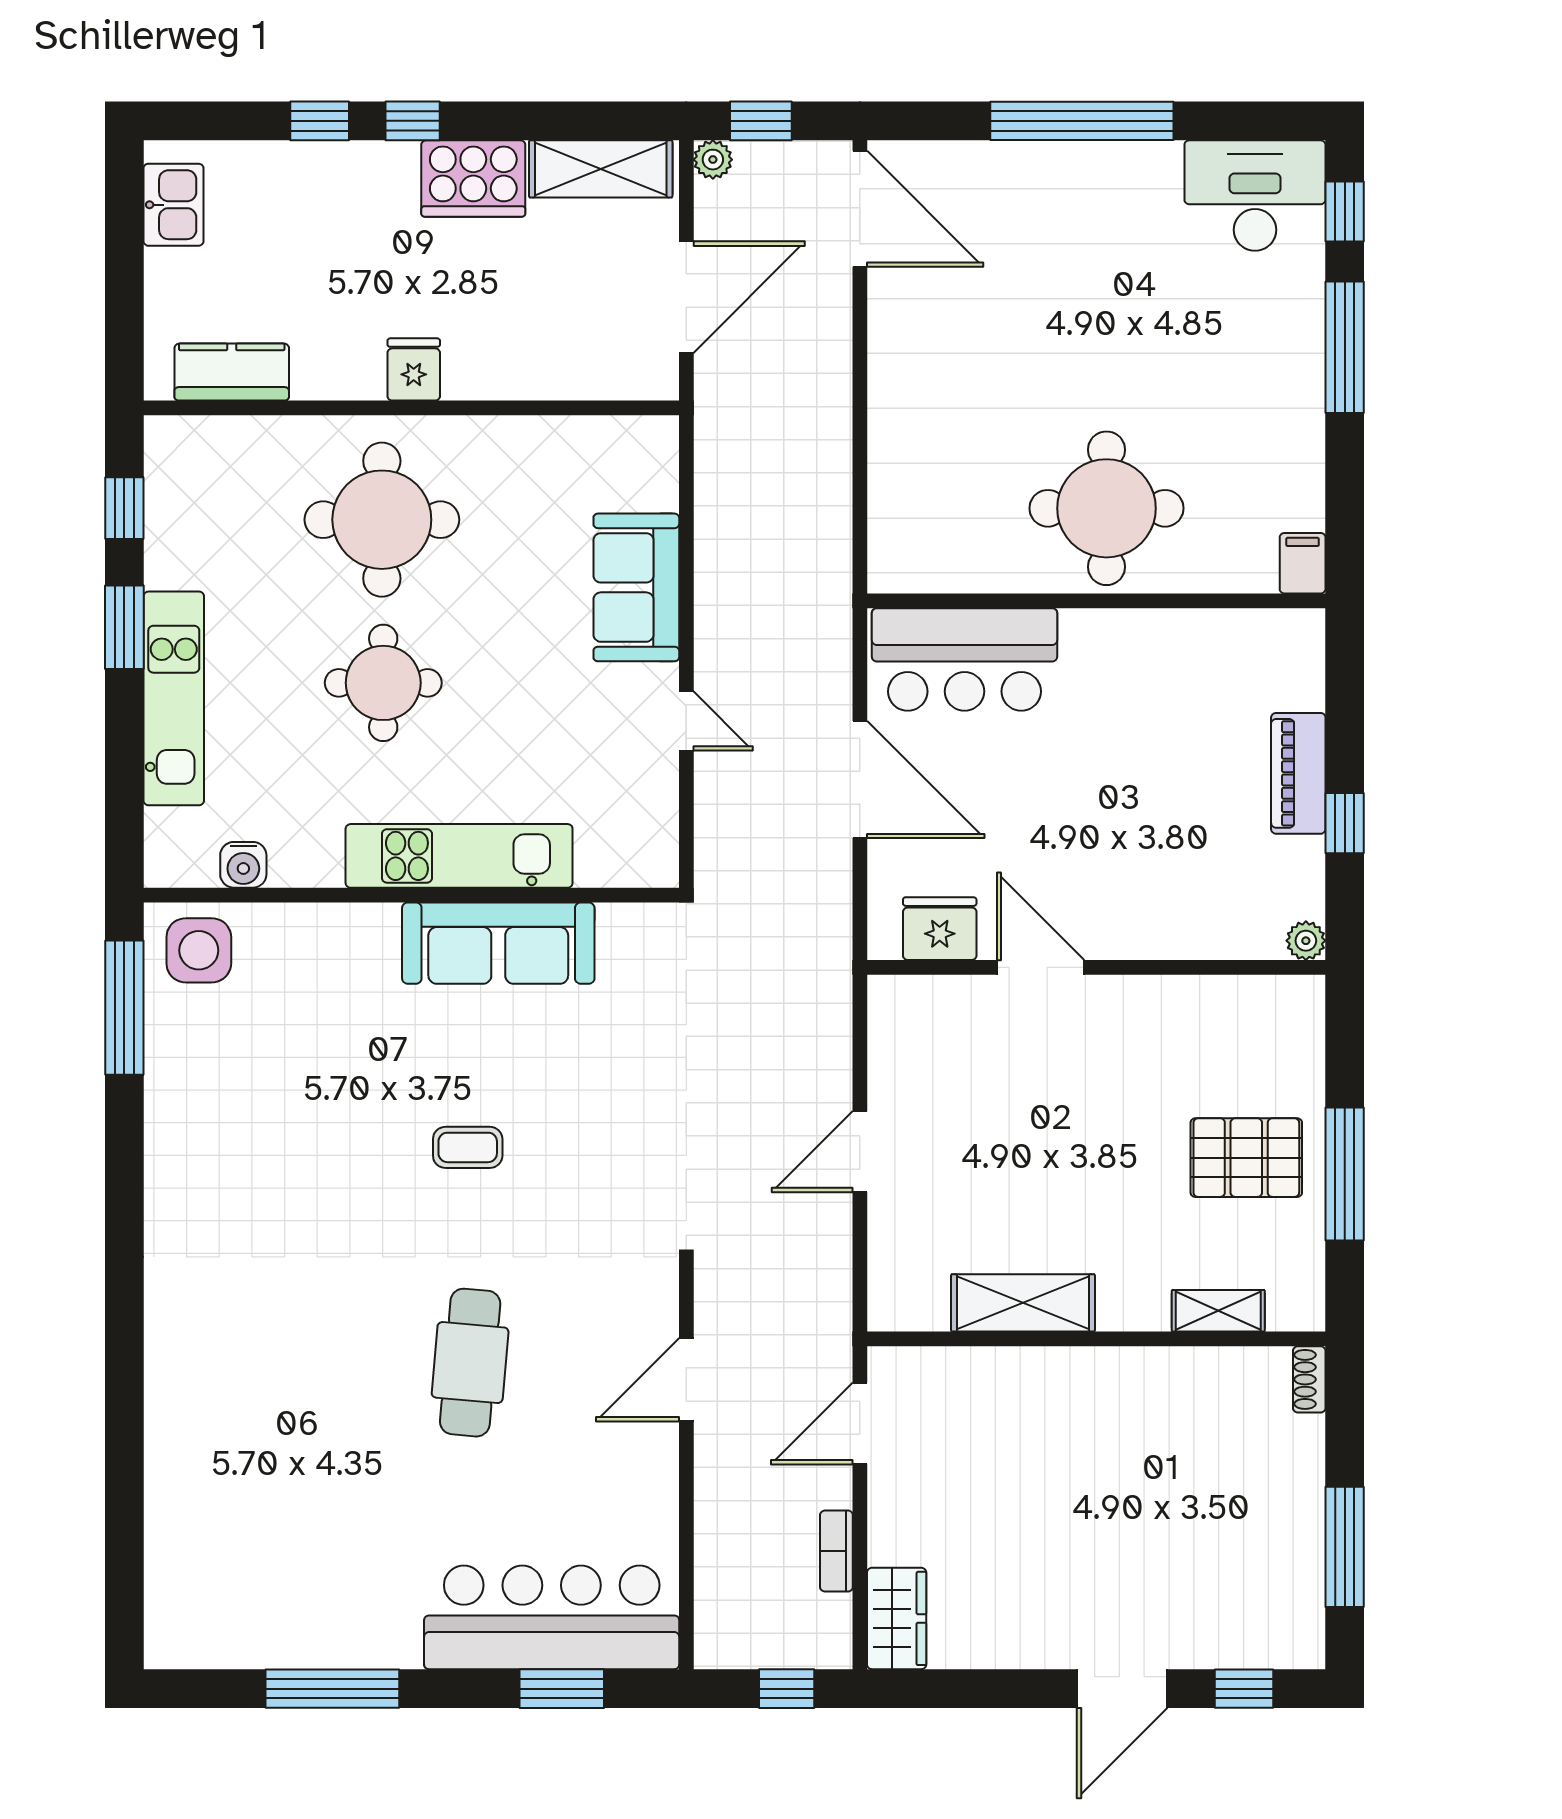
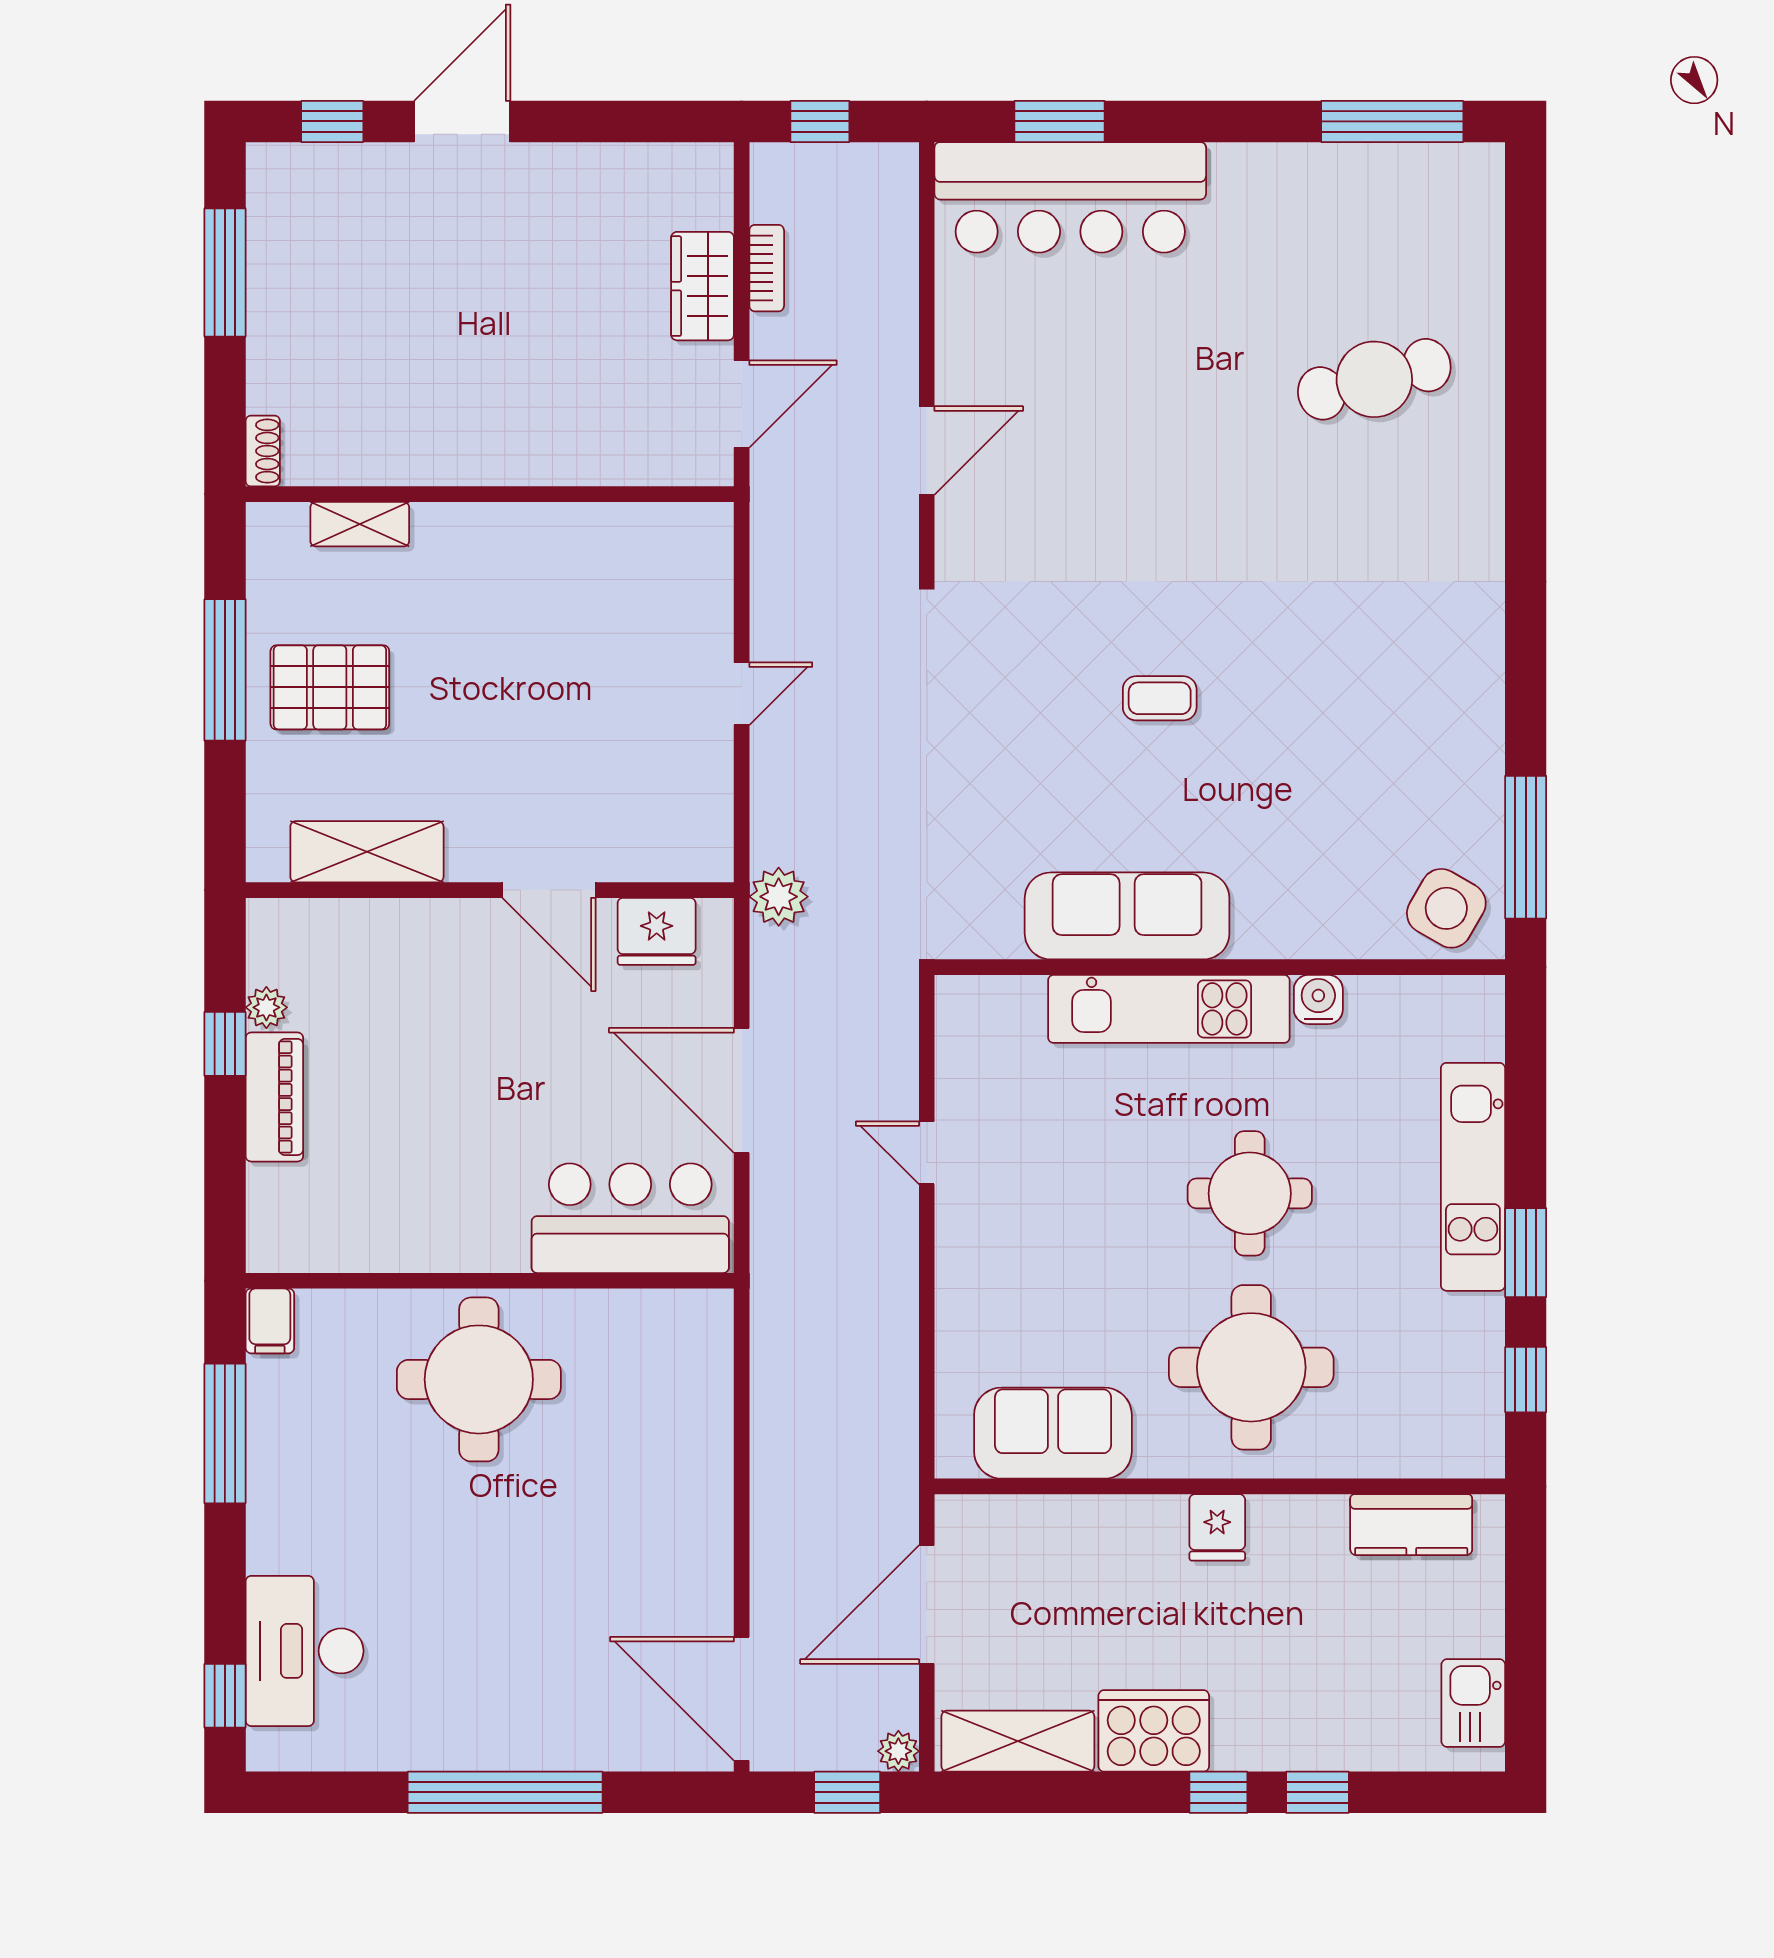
desk: (1255, 196) -> (305, 1651), moved, turned 90
window: (1345, 347) -> (225, 1433), moved
sofa: (636, 587) -> (1053, 1433), moved, turned -90
water cooler: (243, 865) -> (1318, 999), moved
plant: (1306, 941) -> (266, 1007), moved
side table: (199, 950) -> (1446, 908), turned 30
plant: (825, 961) -> (779, 897), added
door: (860, 1152) -> (742, 694), width x0.73
shelving: (1023, 1303) -> (367, 852), moved
cafe table: (470, 1363) -> (1374, 379), moved, turned 70
wardrobe: (897, 1618) -> (703, 286), moved
window: (332, 1689) -> (1392, 121), moved

